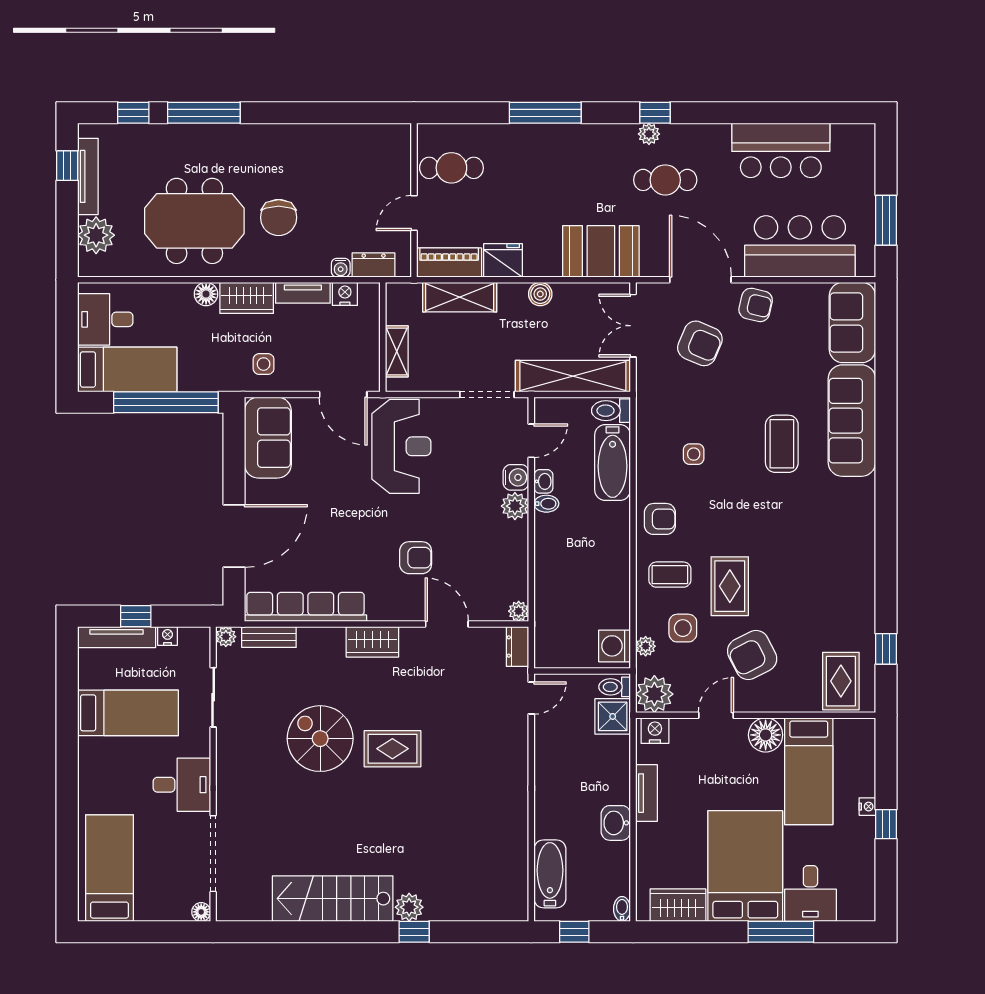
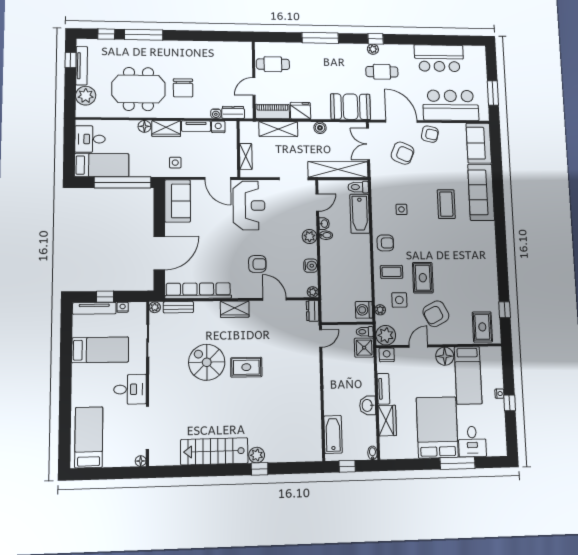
water cooler: (516, 477) -> (311, 266), moved
wardrobe: (678, 905) -> (387, 421), moved, turned 90

